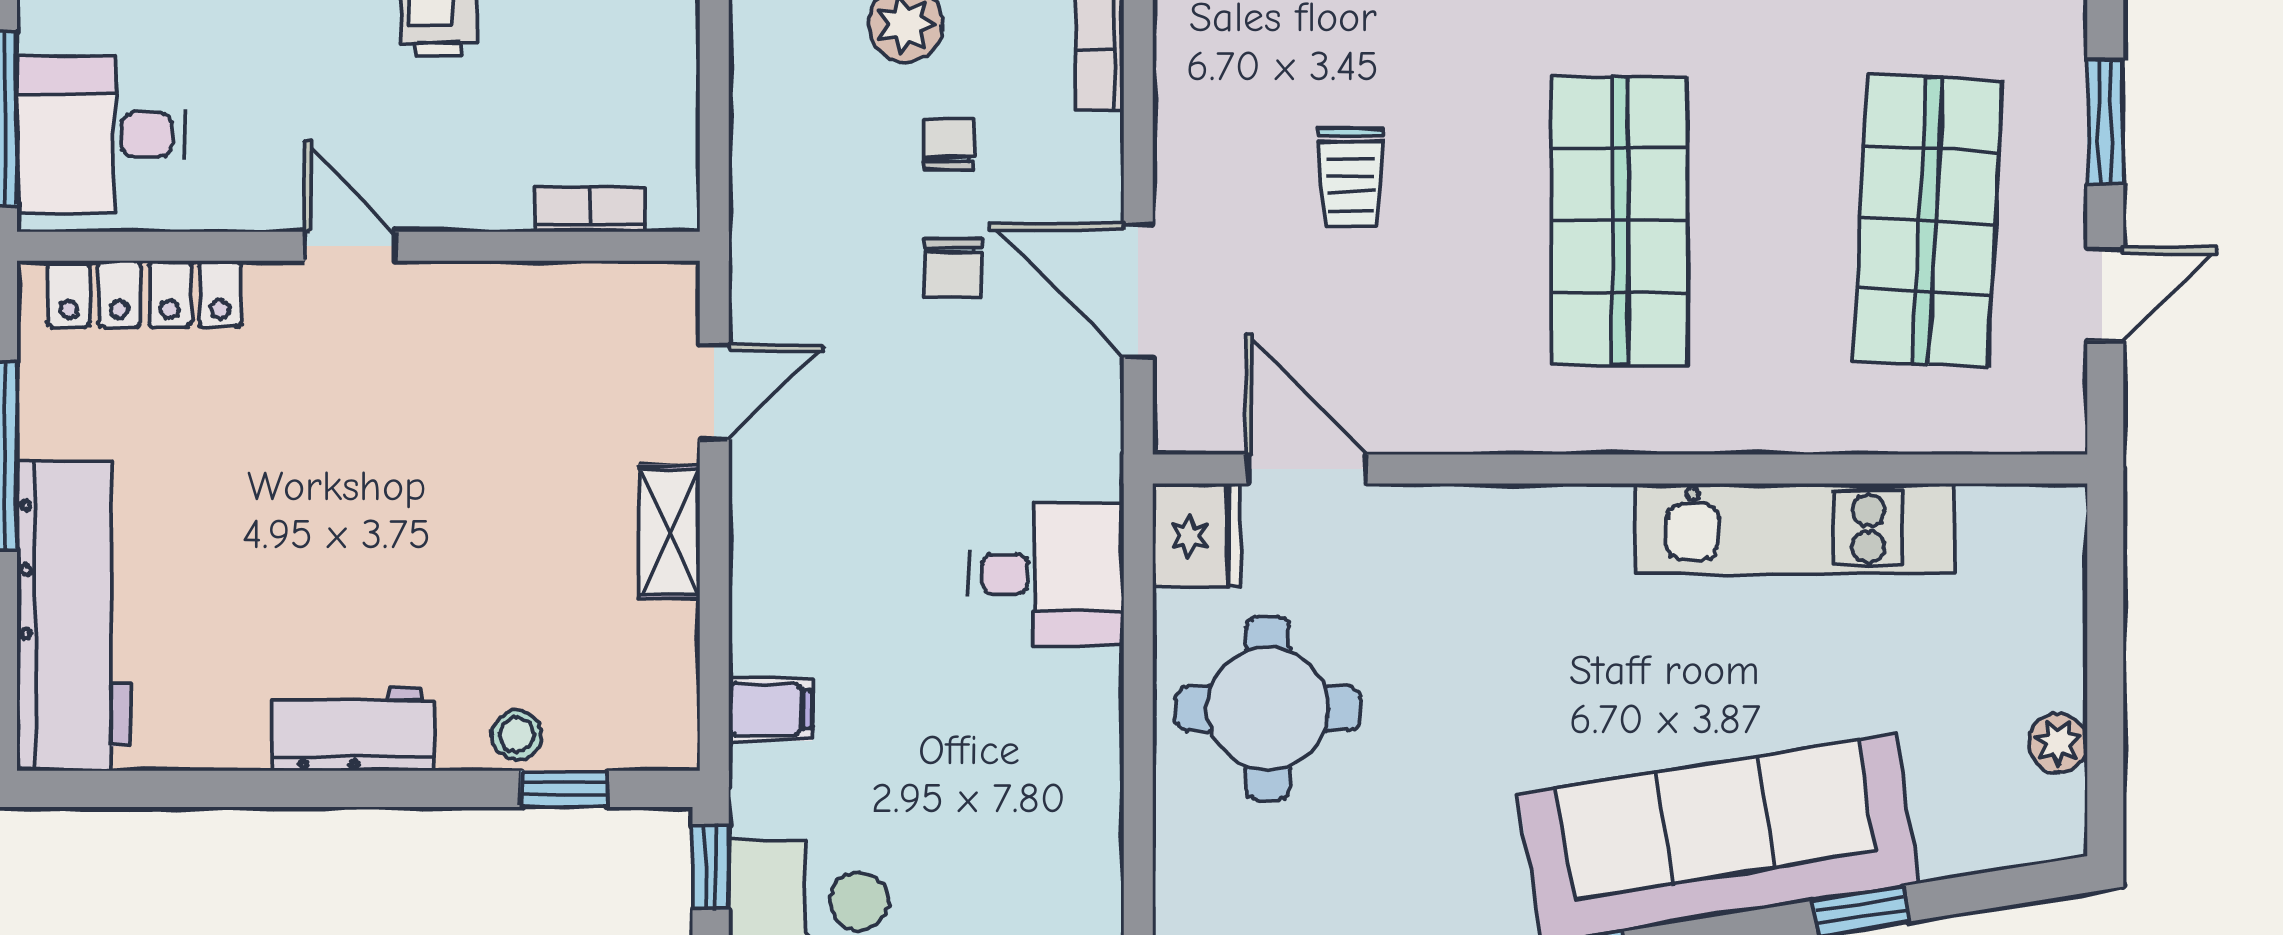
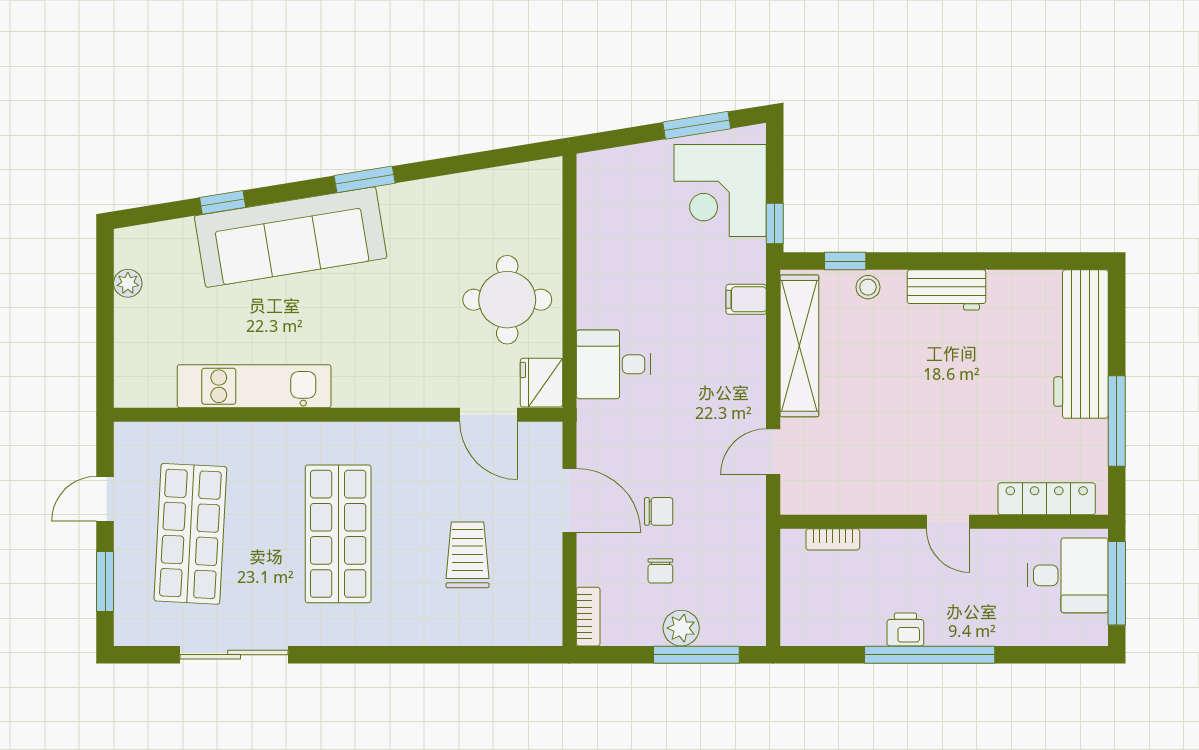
trolley: (1351, 177) -> (467, 555), width x1.36, depth x1.39
chair: (953, 268) -> (659, 511), turned 90
shelving: (670, 532) -> (799, 346), width x2.20, depth x1.33

